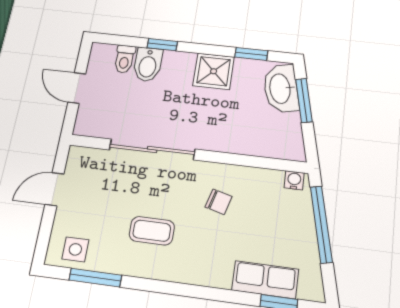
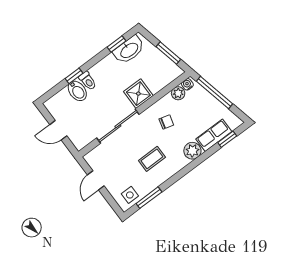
toilet: (125, 59) -> (88, 81), moved
shower: (214, 71) -> (138, 94), moved
washbasin: (281, 88) -> (129, 50), moved, turned -77
window: (304, 100) -> (168, 53), moved
plant: (270, 180) -> (178, 93), added
plant: (216, 272) -> (192, 151), added

